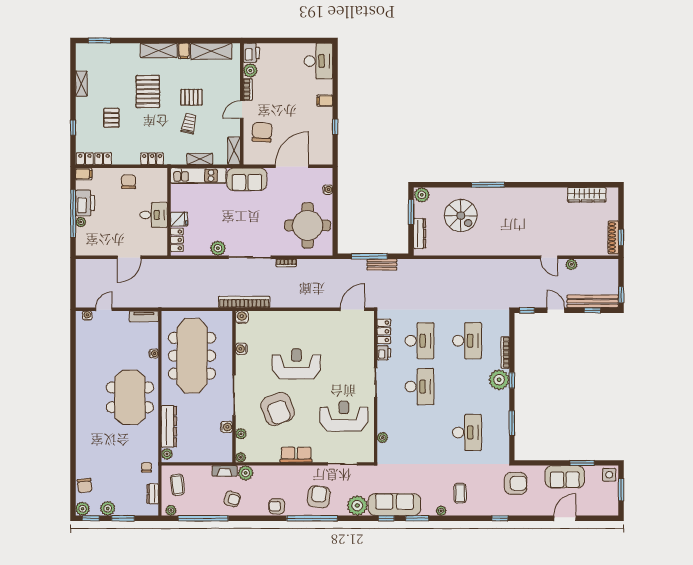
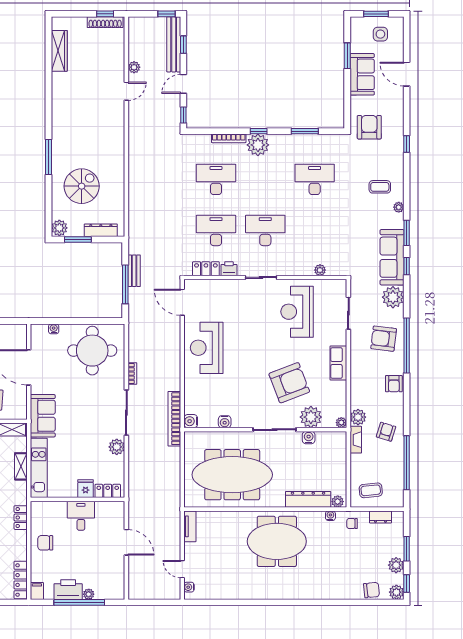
water cooler: (154, 354) -> (330, 516), moved
reception desk: (296, 364) -> (207, 348), moved
plant: (241, 434) -> (311, 417), width x1.87, depth x1.87
side table: (609, 475) -> (380, 34), moved
plant: (171, 510) -> (398, 497), removed

